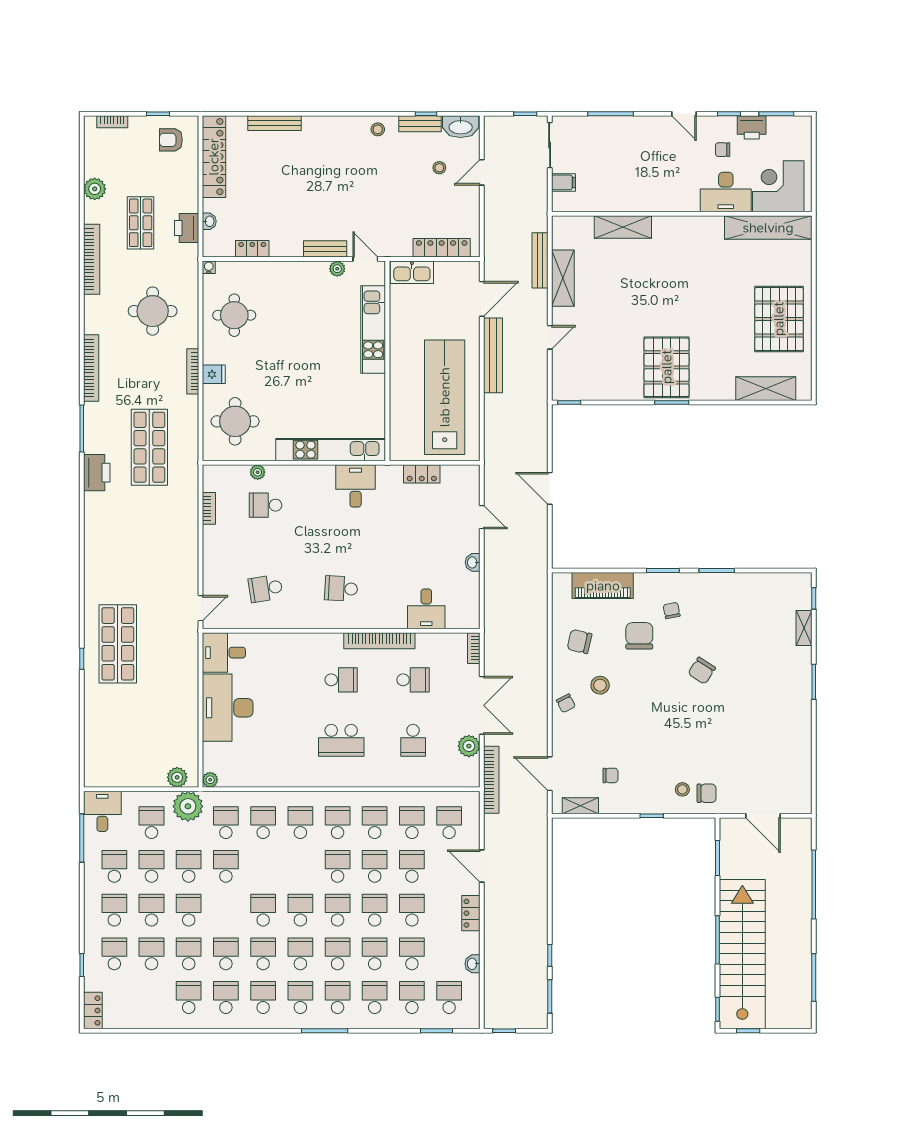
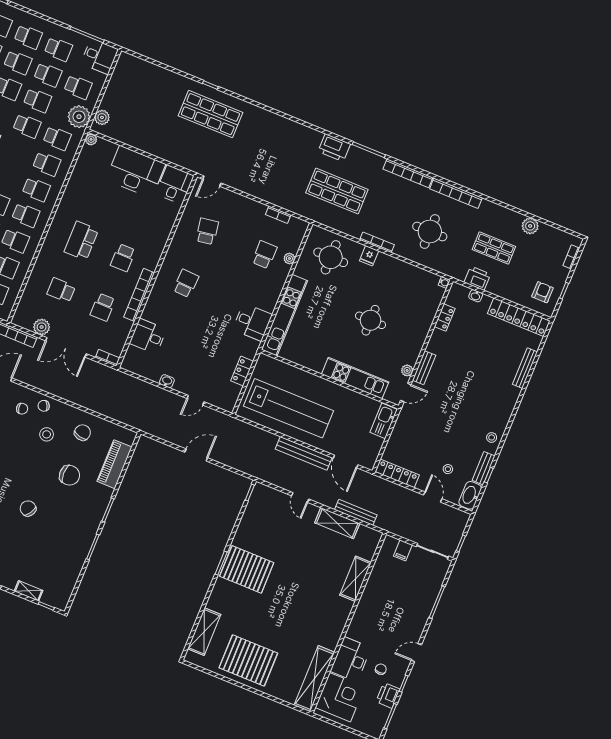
locker: (442, 248) -> (397, 473), moved, turned -90
bookcase: (92, 259) -> (456, 193), moved
round table: (234, 315) -> (371, 320), moved
door: (201, 608) -> (212, 181), hinge flipped
chair: (672, 611) -> (22, 409), moved

